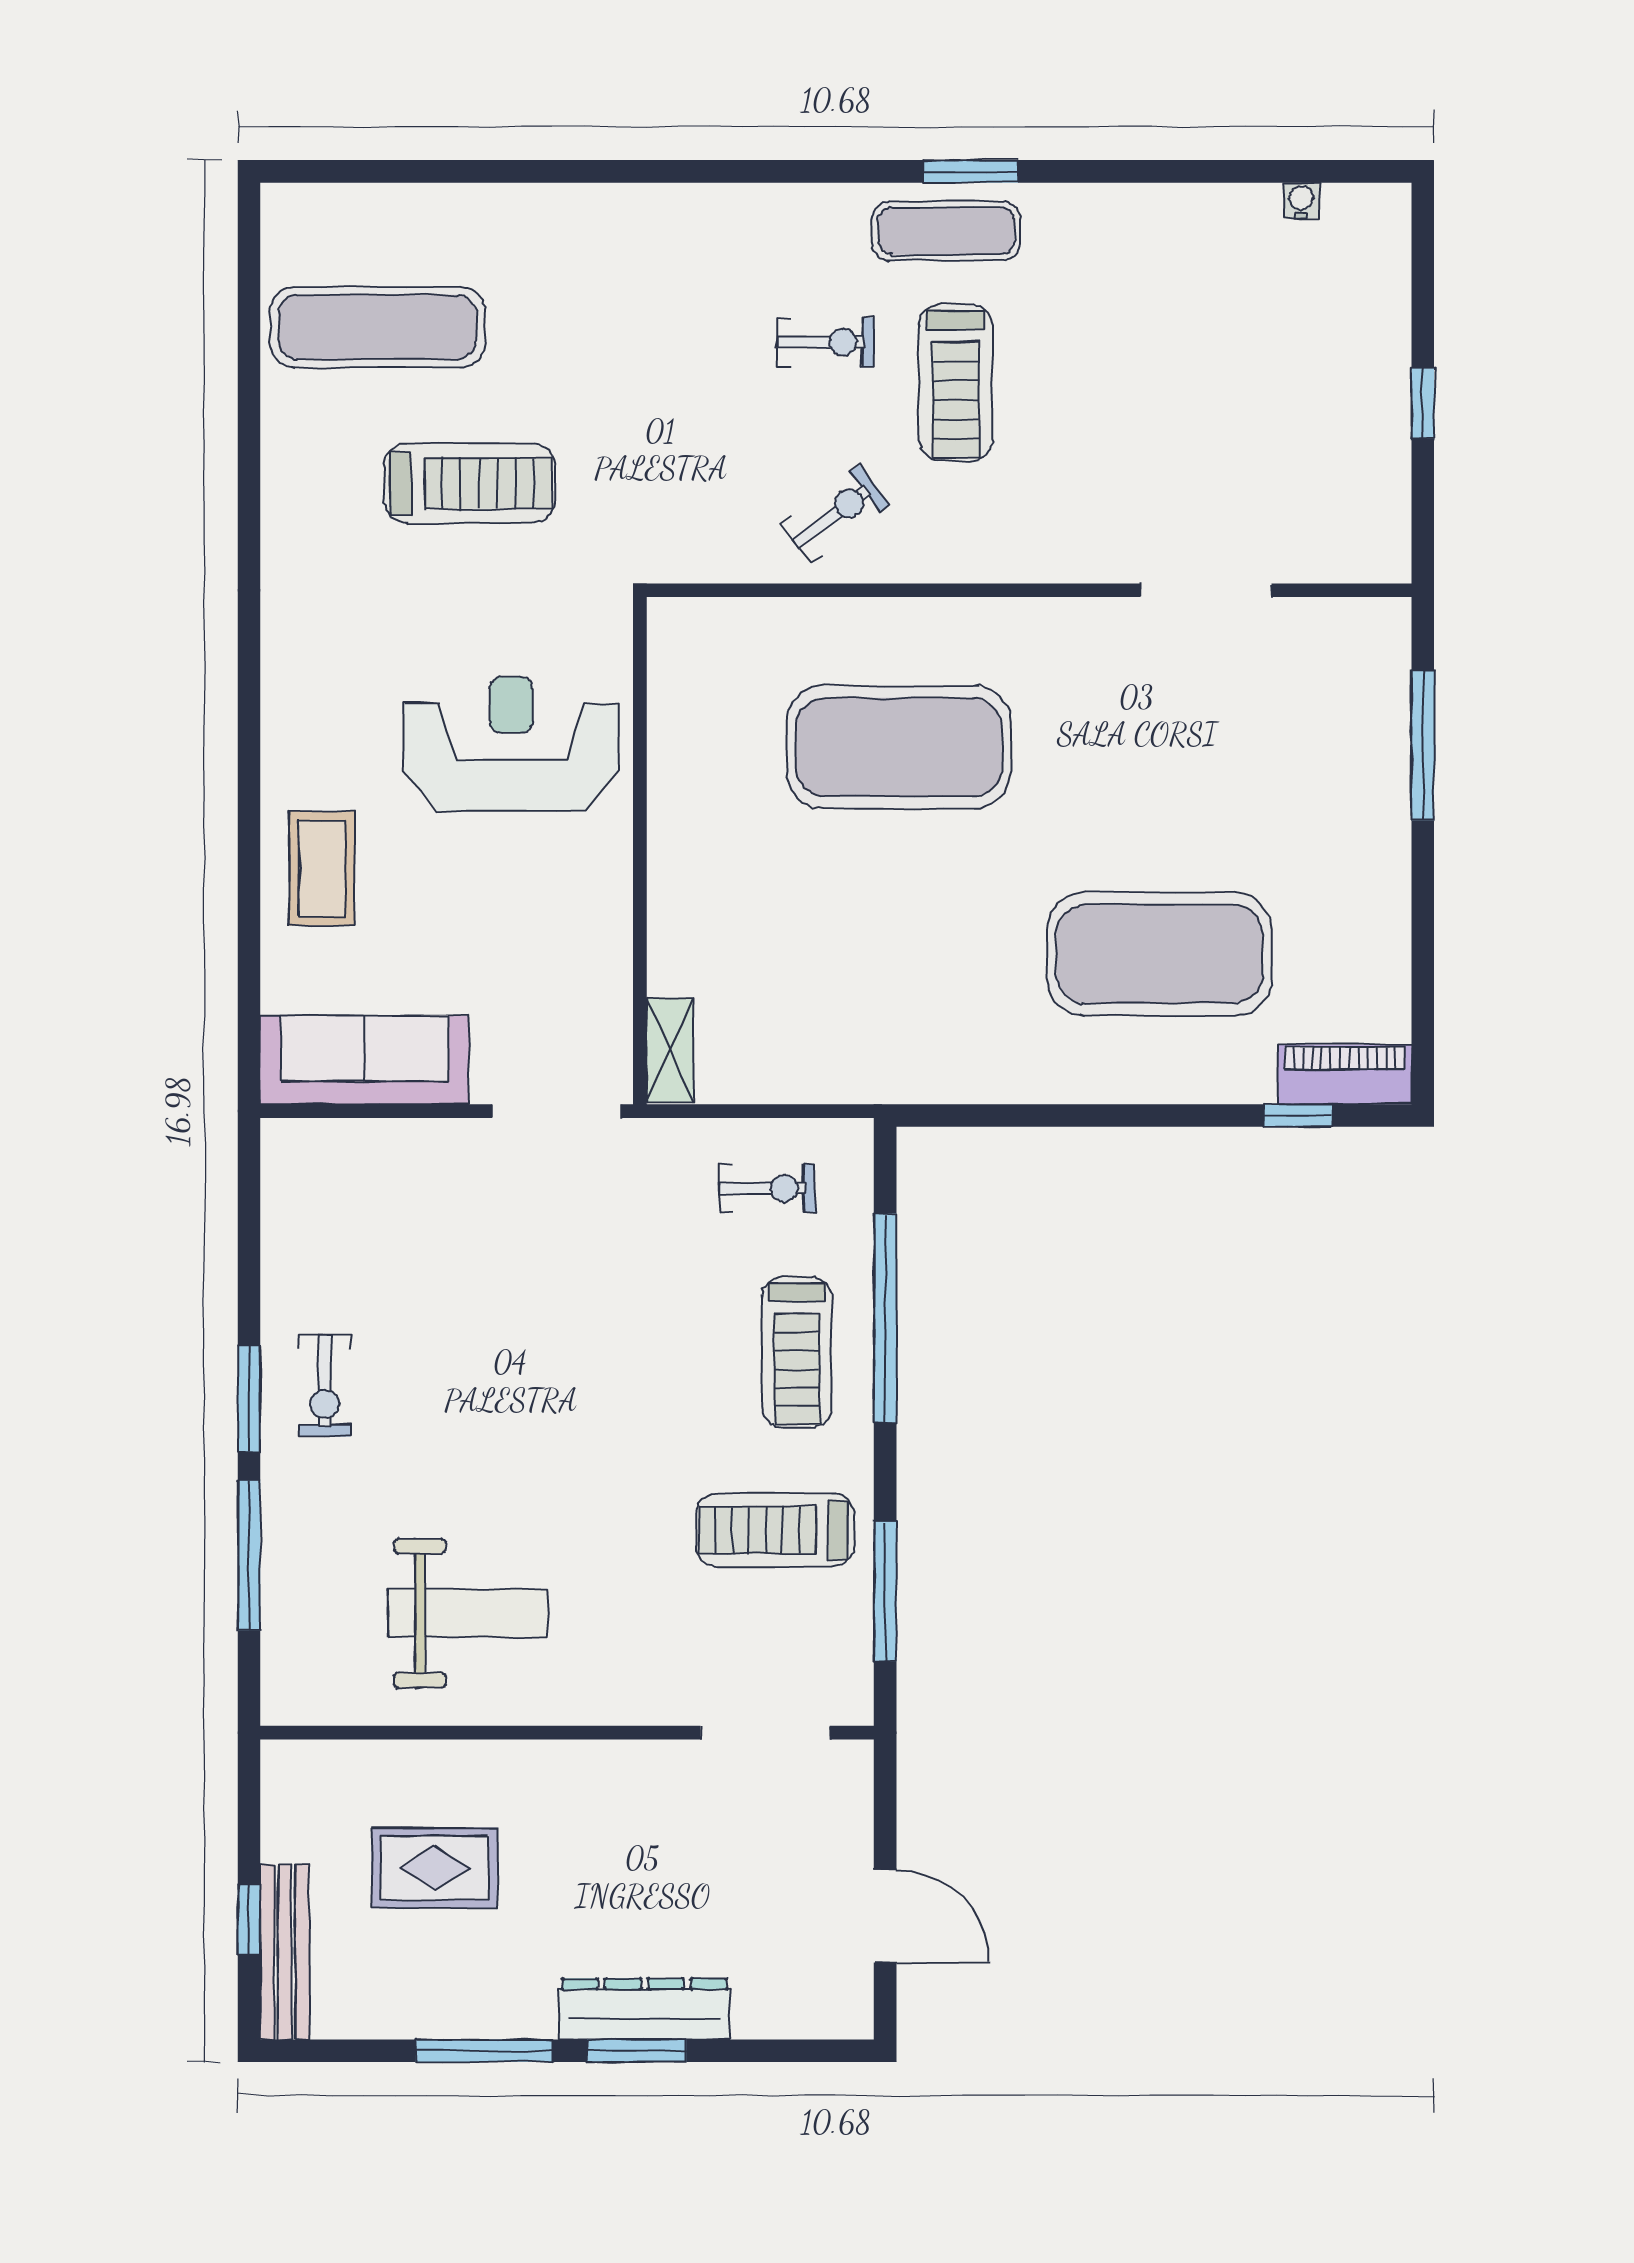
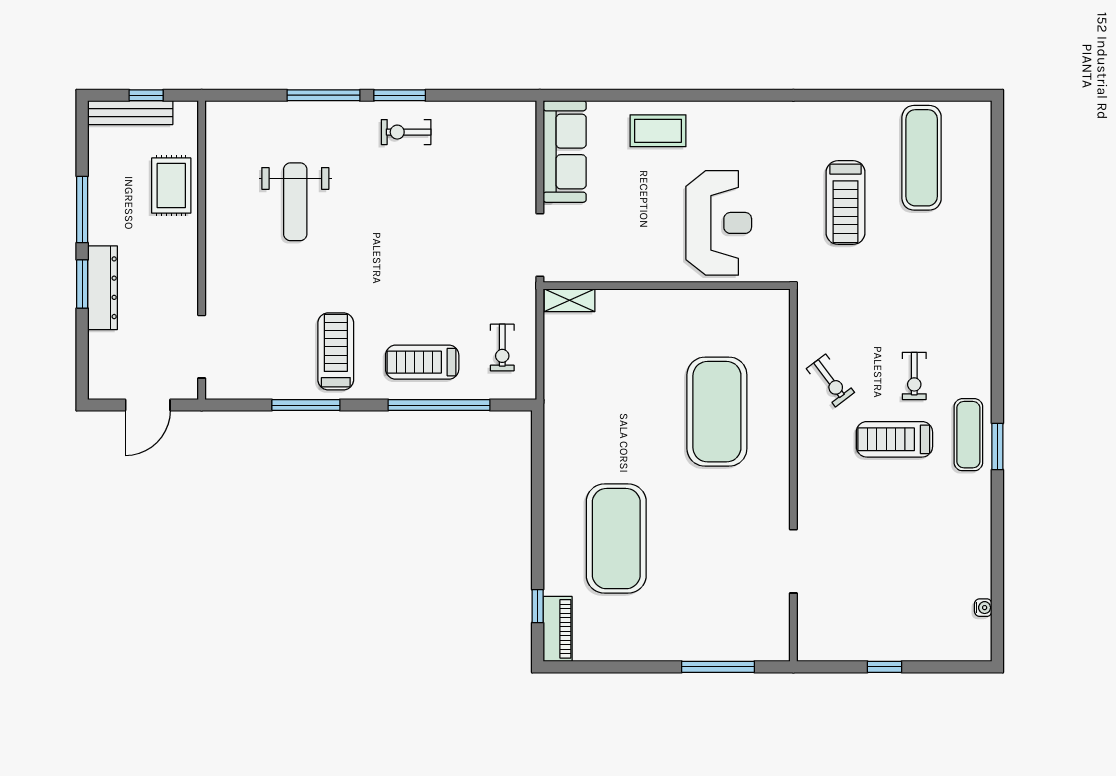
wall: (567, 1733) -> (202, 250), moved
doorway: (765, 1733) -> (202, 347), moved

